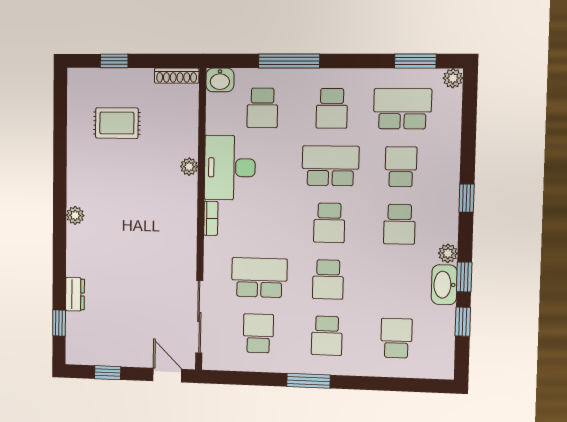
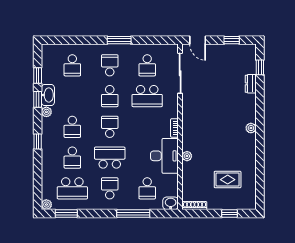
school desk: (262, 108) -> (147, 188), turned 180
school desk: (331, 166) -> (110, 158), turned 180
school desk: (399, 224) -> (72, 127), turned 180
school desk: (328, 279) -> (110, 96), turned 180

